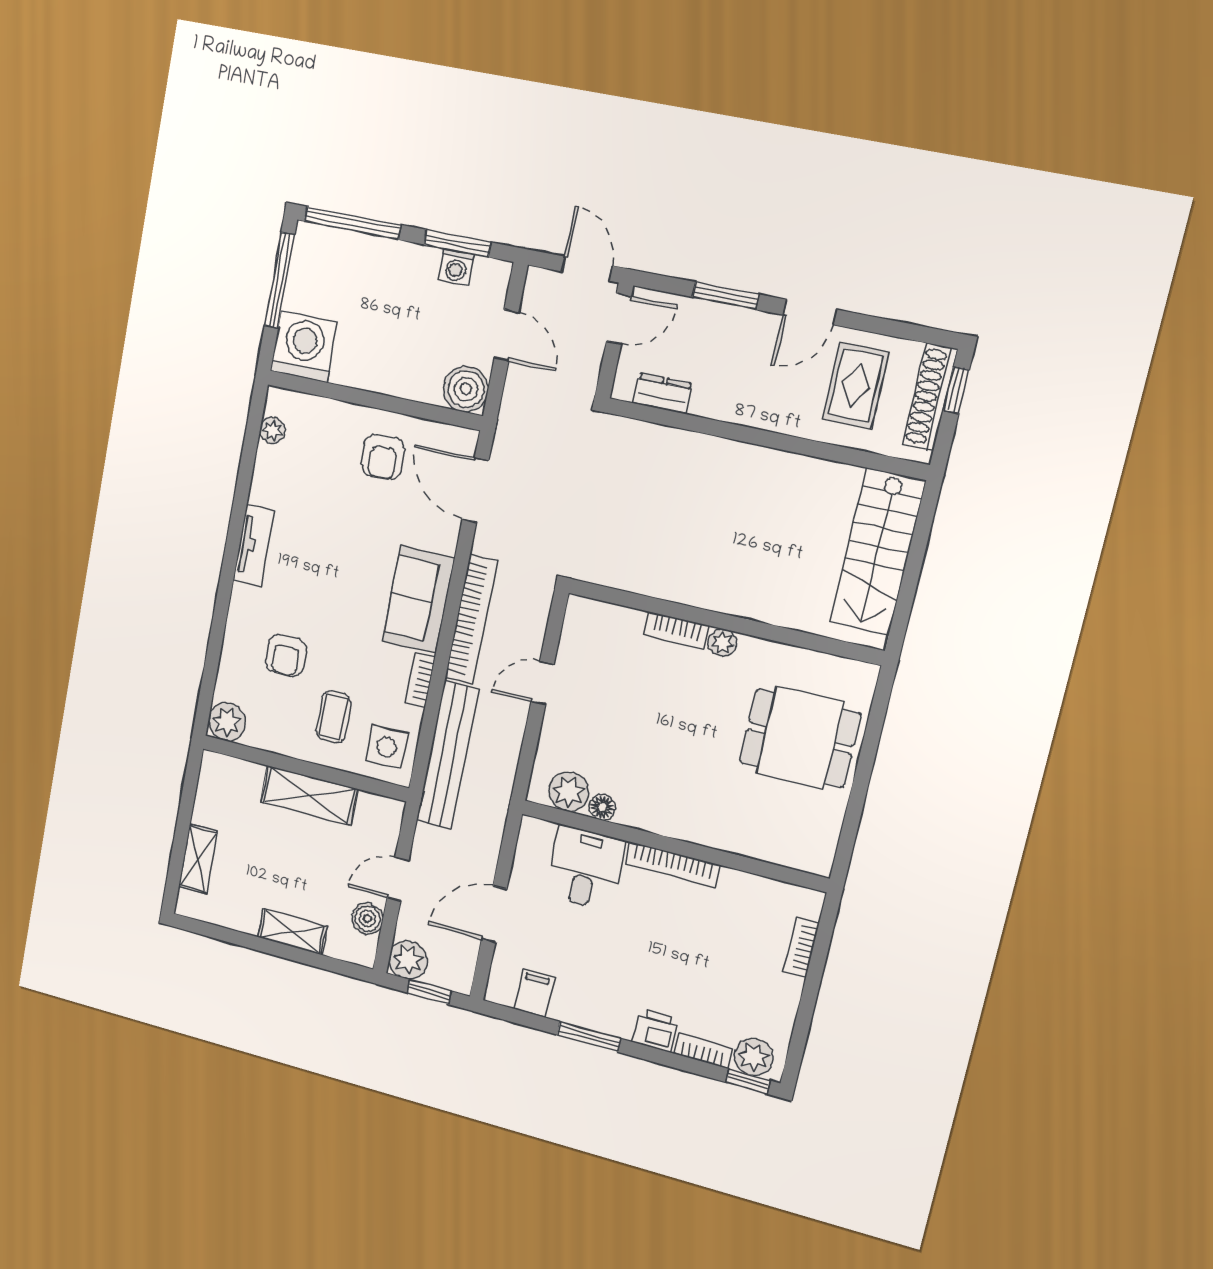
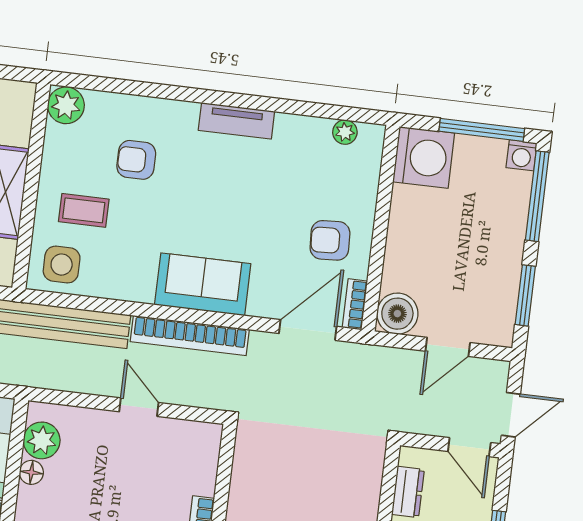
washing machine: (456, 267) -> (522, 155), moved, turned -90
bookcase: (420, 680) -> (355, 304), moved, turned -90

